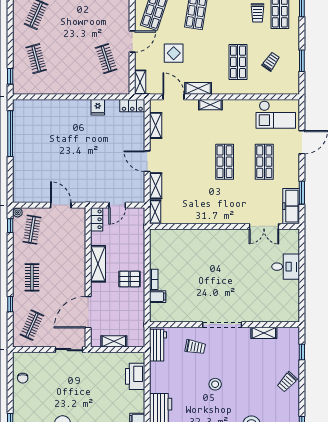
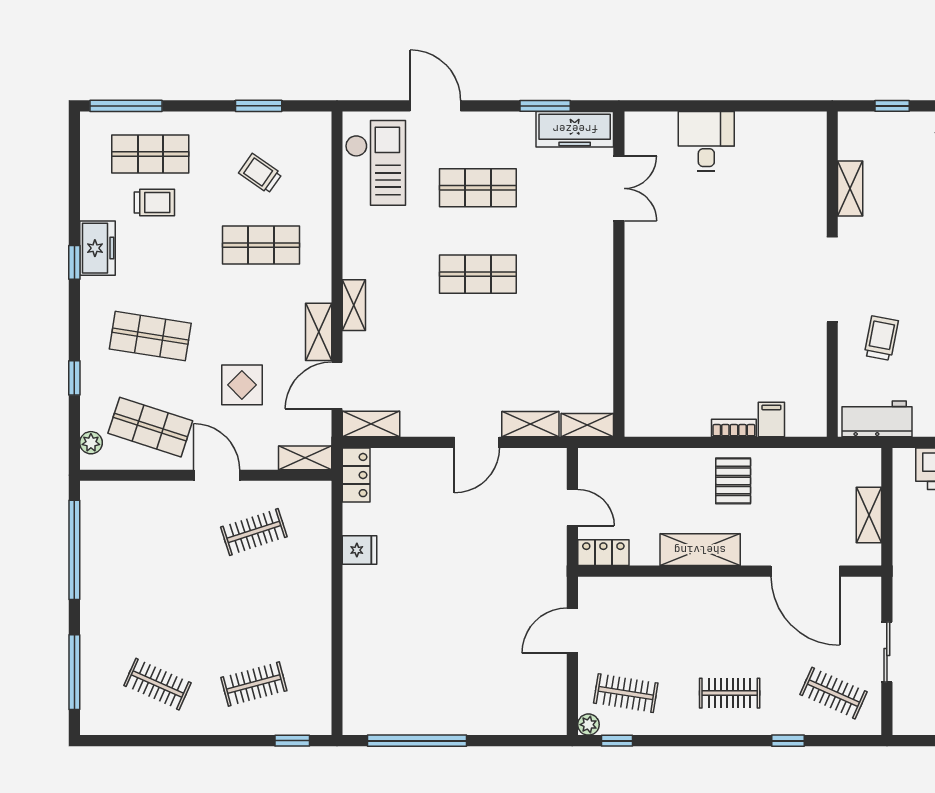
shelving: (156, 125) -> (371, 424), moved
sliding door: (69, 350) -> (887, 652), moved

